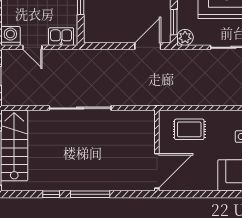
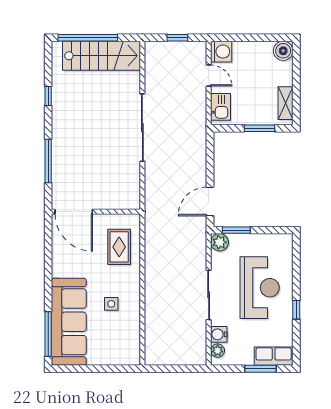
door: (148, 46) -> (210, 201), swing flipped
door: (32, 47) -> (209, 76), swing flipped
window: (90, 194) -> (48, 161), moved

